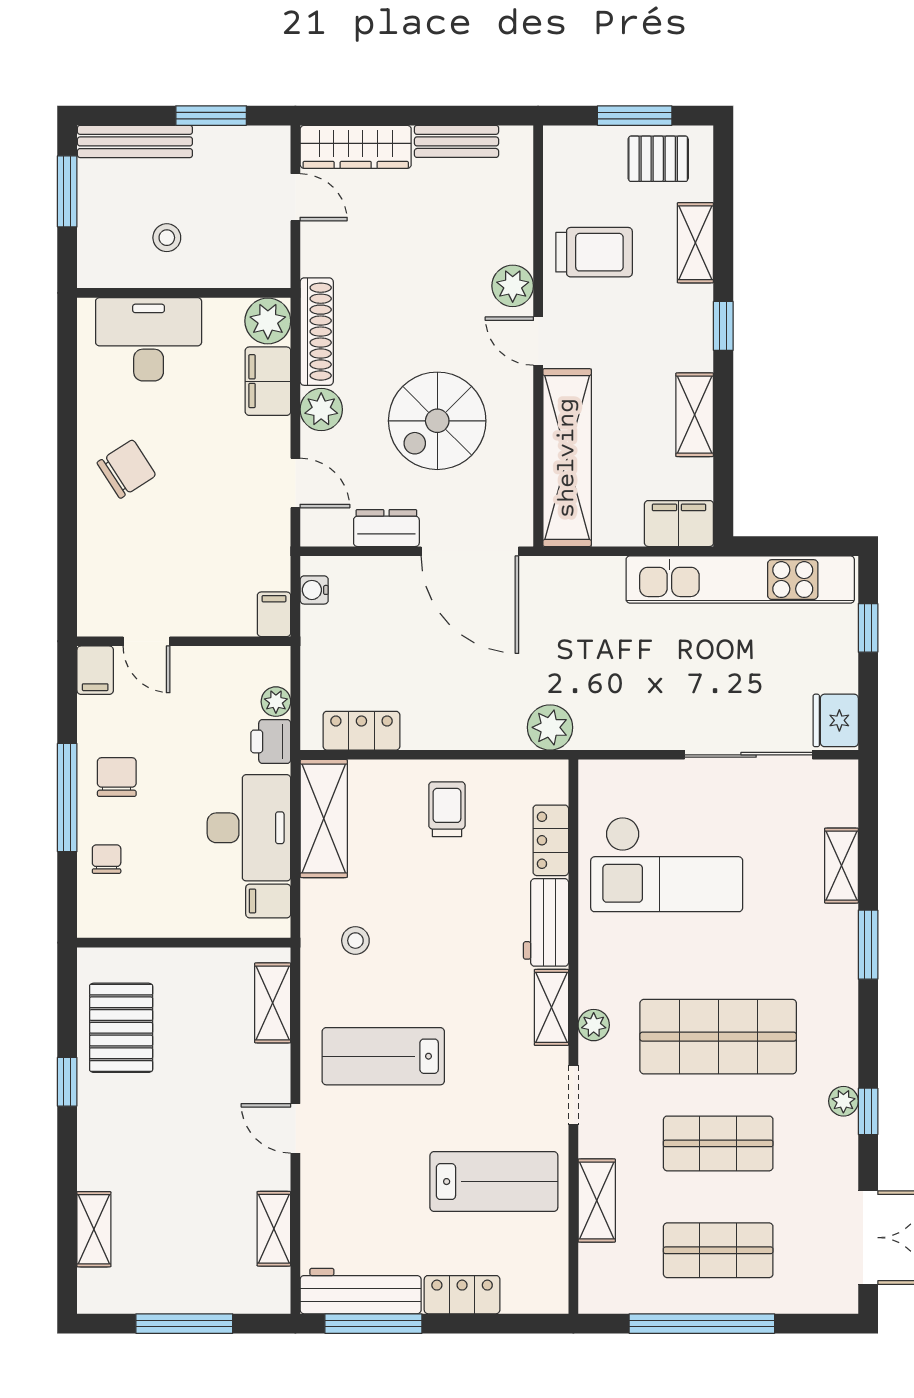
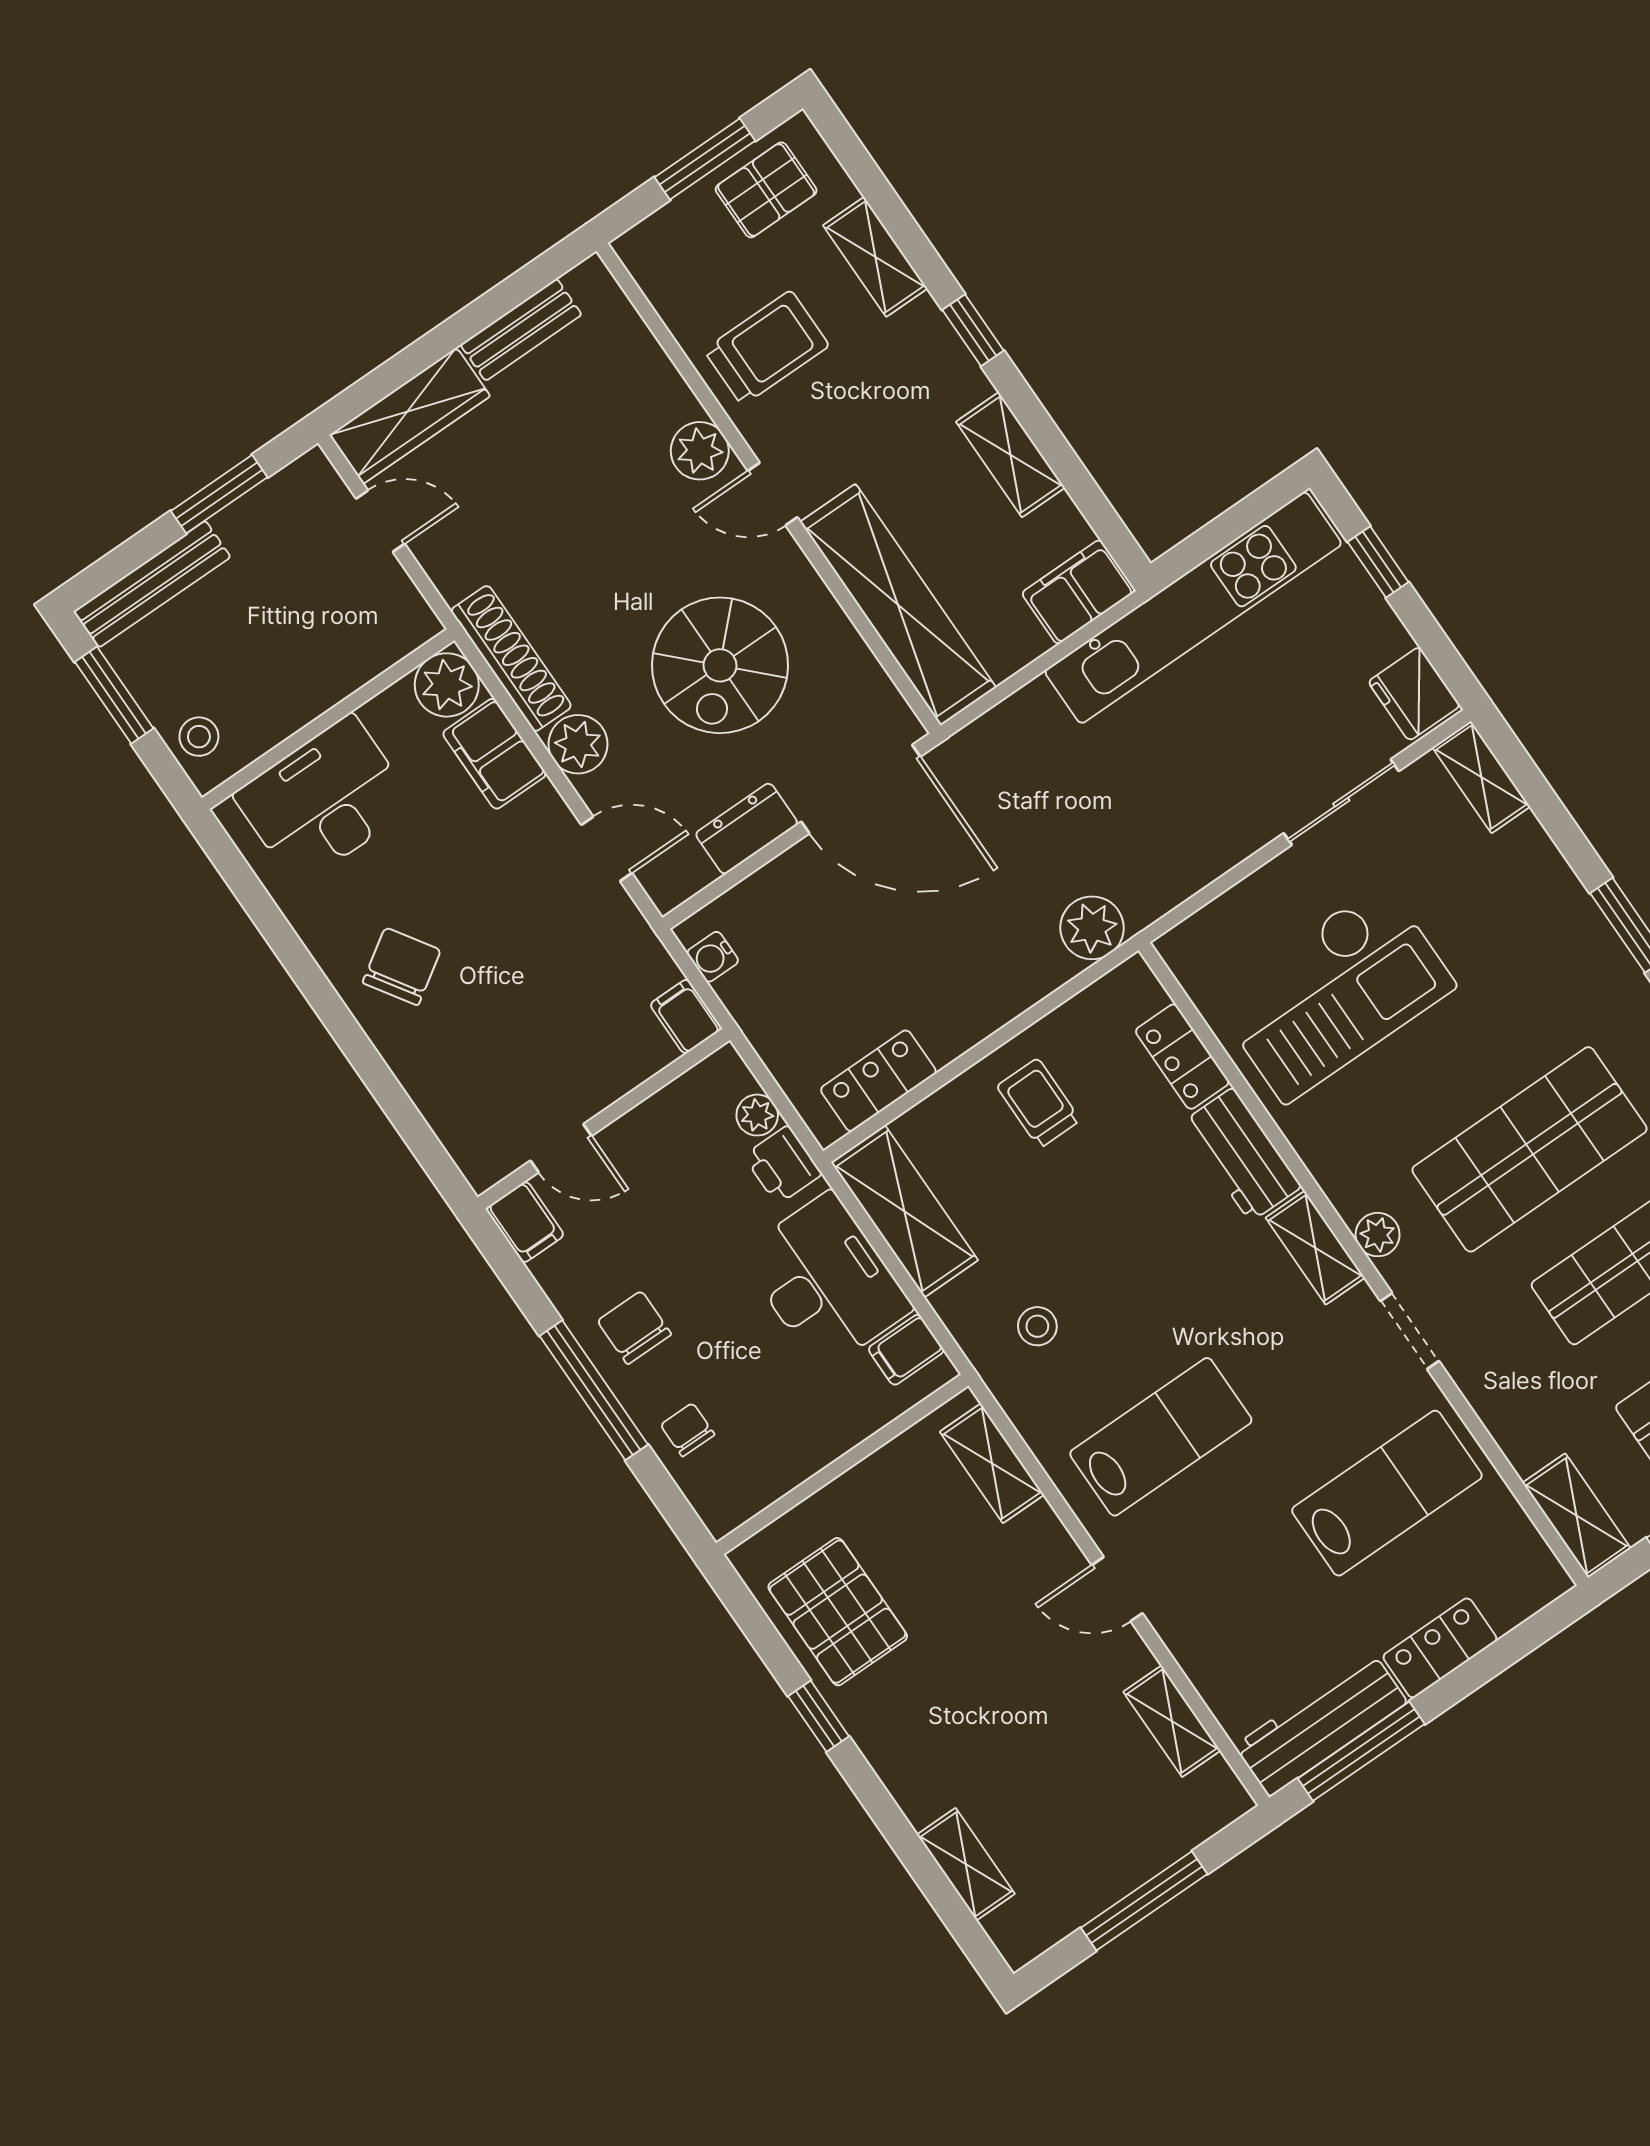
stool: (167, 238) -> (199, 737), moved
sliding door: (749, 755) -> (1341, 802), width x0.73
shelving: (841, 866) -> (1481, 777), moved
lab bench: (383, 1056) -> (1161, 1437), turned 180
shelving: (597, 1201) -> (1577, 1516), moved

